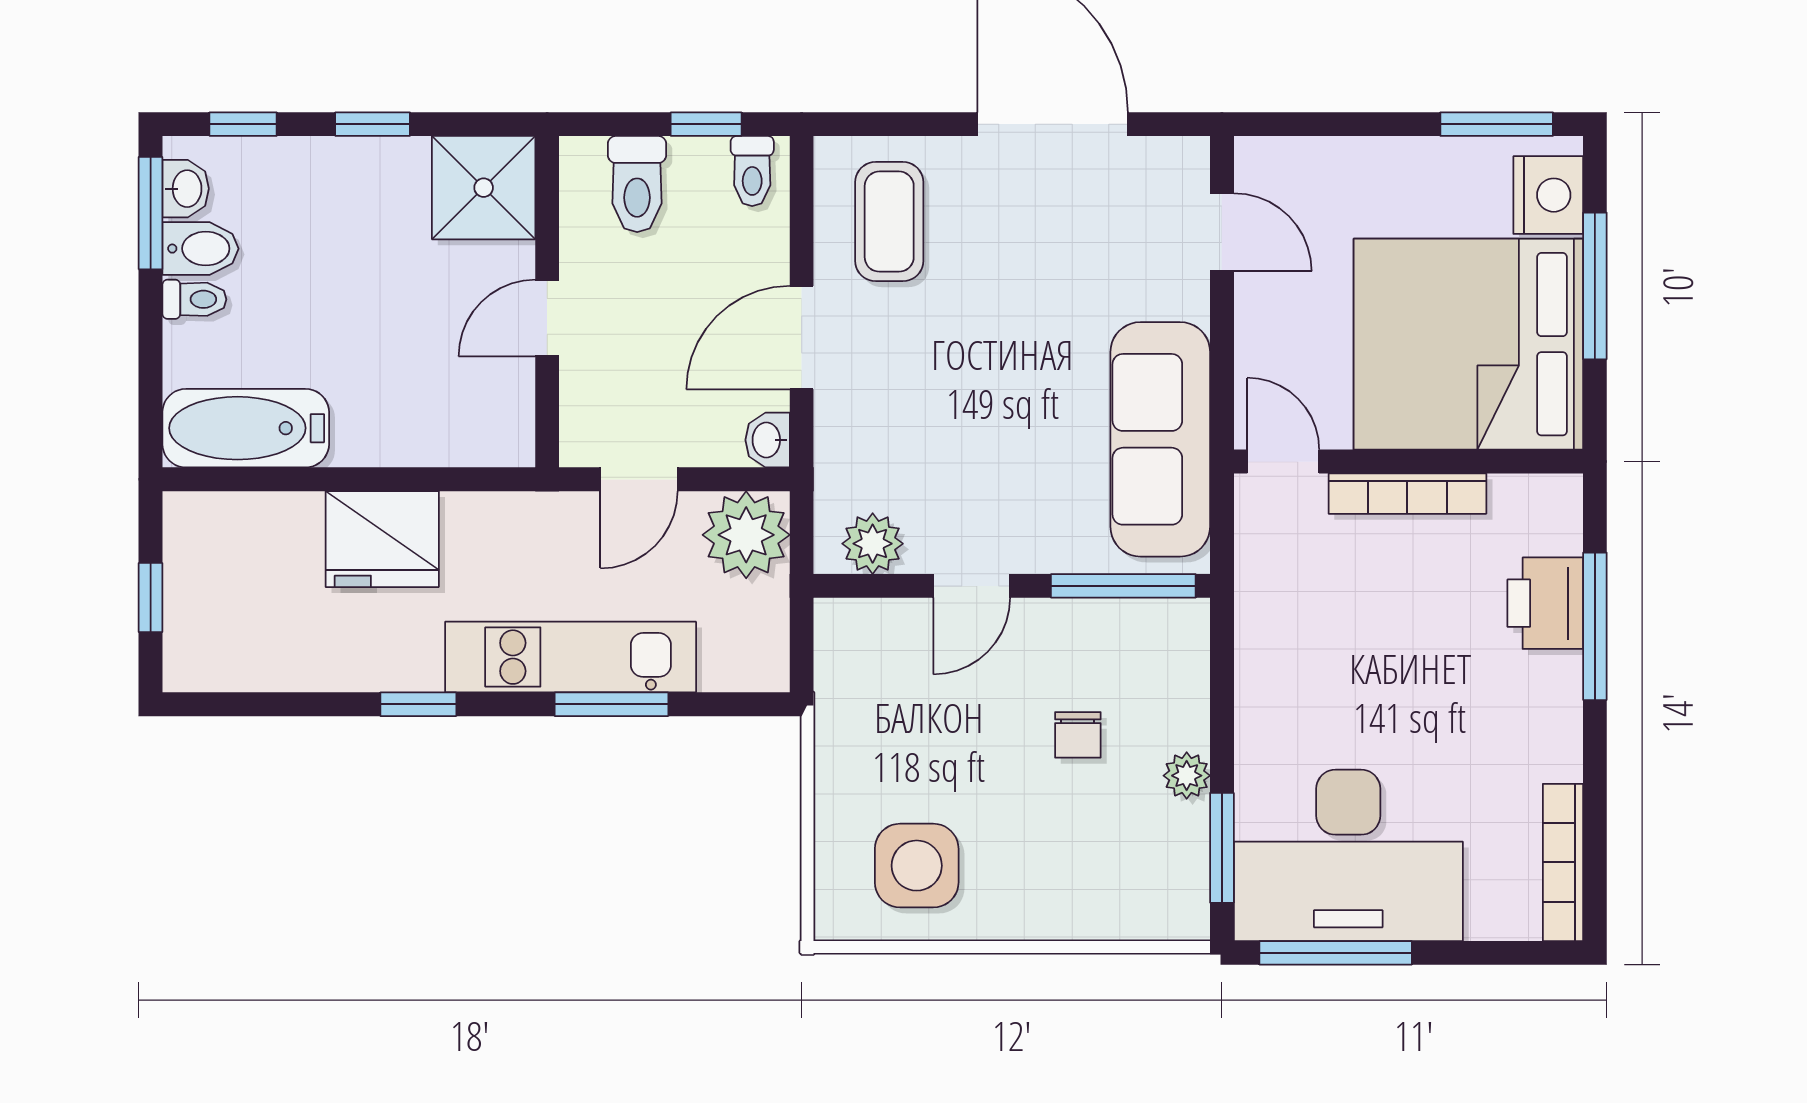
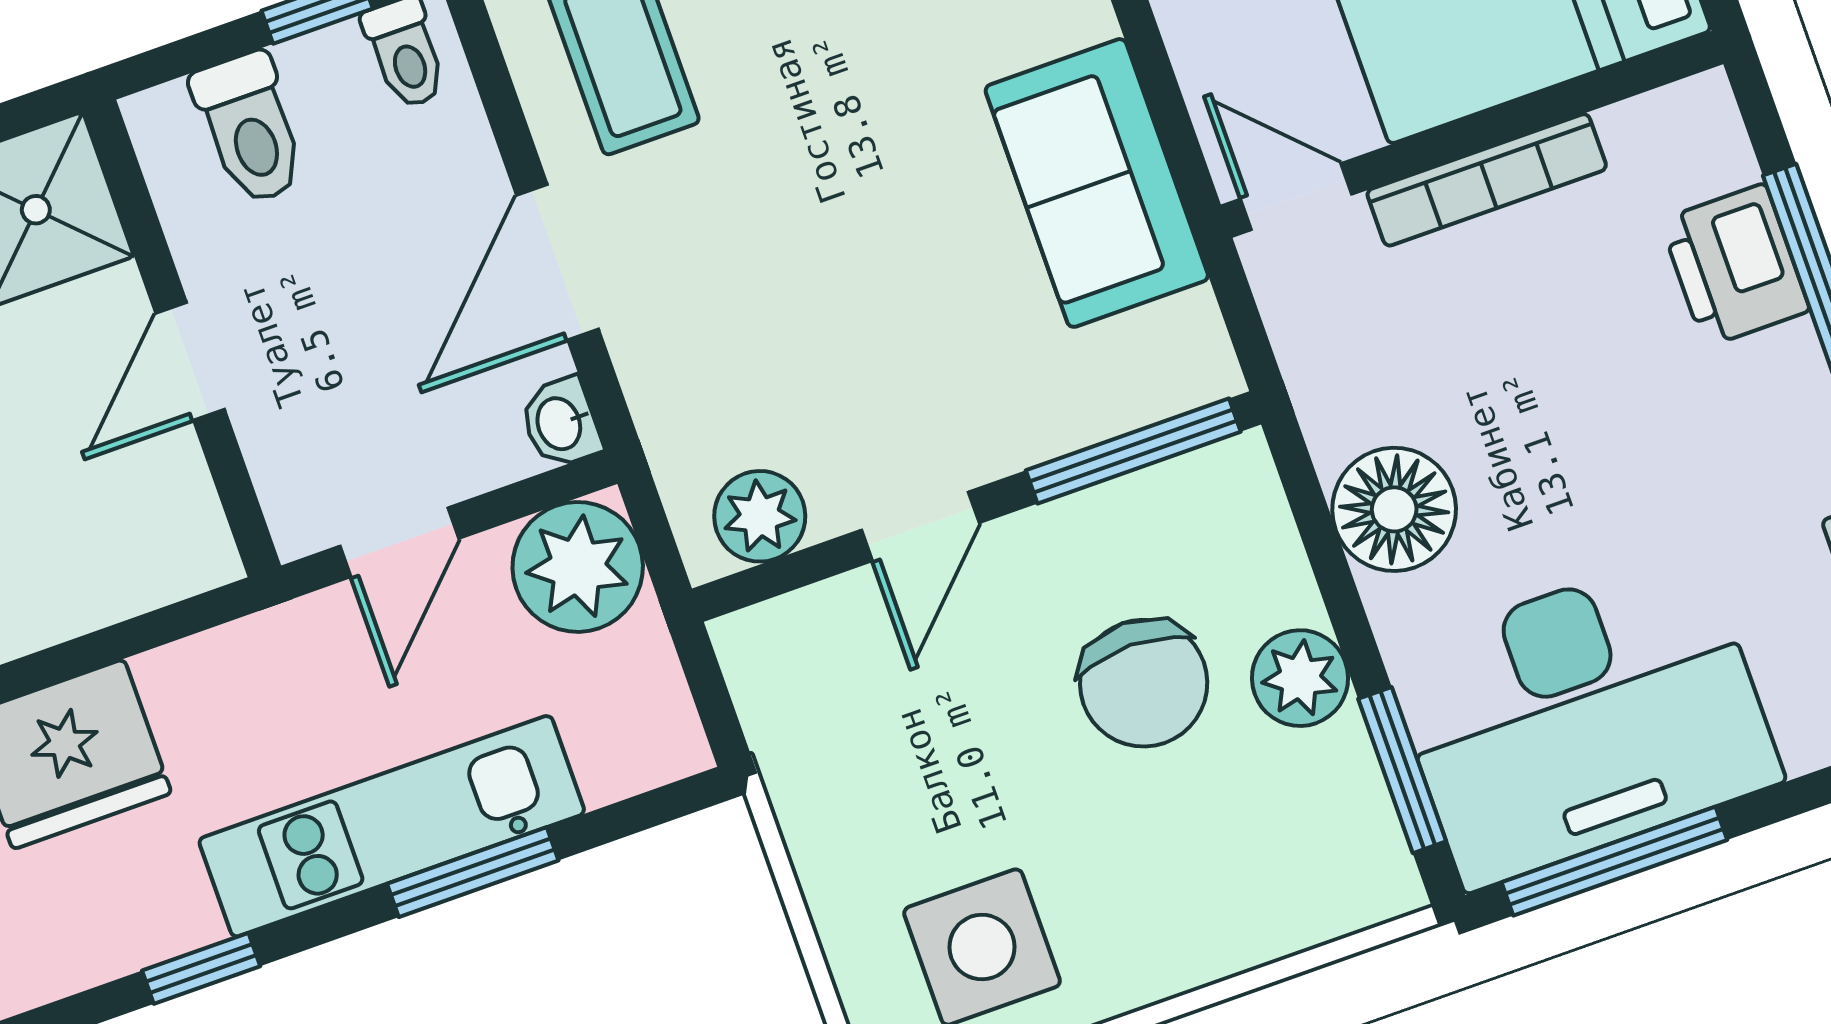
sofa: (1160, 439) -> (1097, 183), width x0.73
floor lamp: (1275, 681) -> (1394, 509), added
chair: (1078, 735) -> (1144, 683), width x1.87, depth x1.87
plant: (1187, 776) -> (1300, 678), width x1.38, depth x1.38

